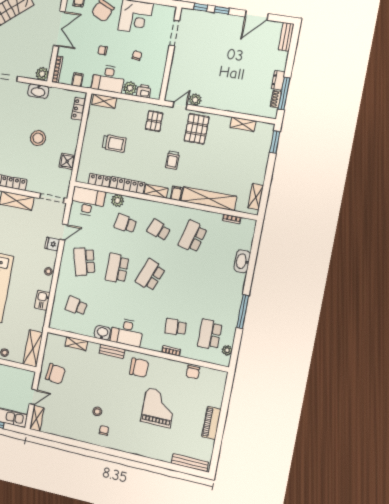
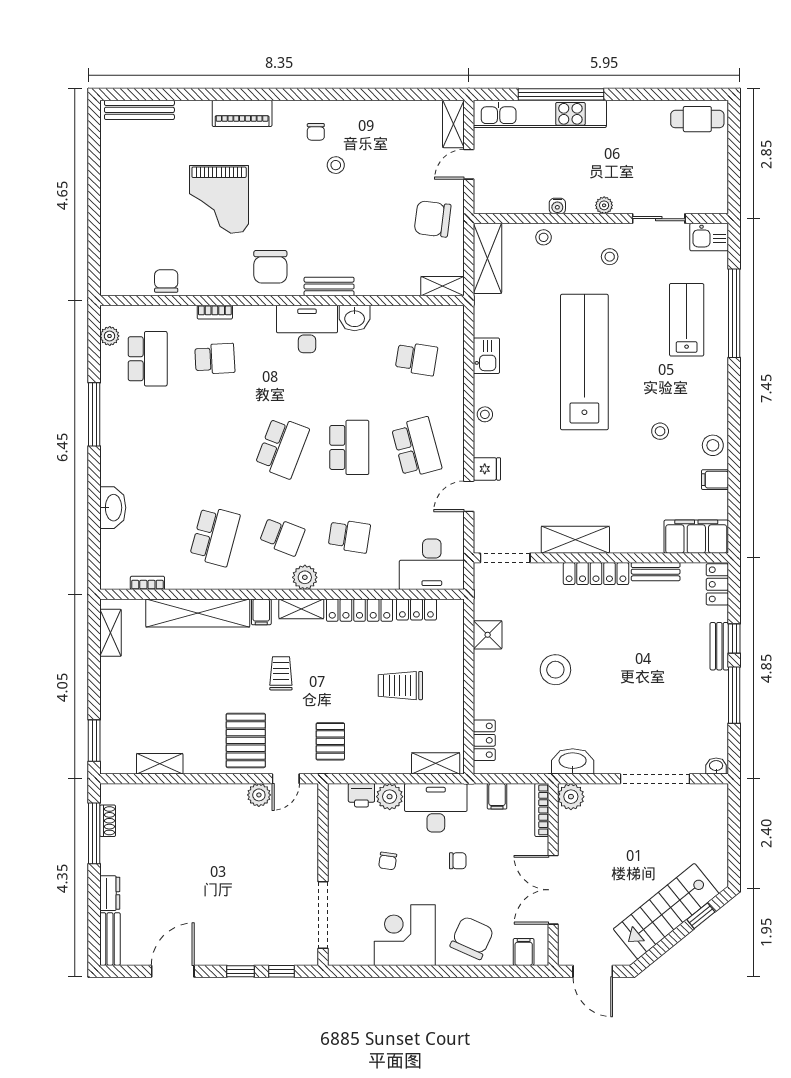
doorway: (174, 33) -> (323, 915), width x1.36
dresser: (278, 80) -> (110, 893), moved
plant: (118, 200) -> (305, 577), moved
shelving: (76, 344) -> (443, 286), moved
chair: (139, 368) -> (270, 267), turned -90
piano: (211, 423) -> (242, 113), moved, turned 90

